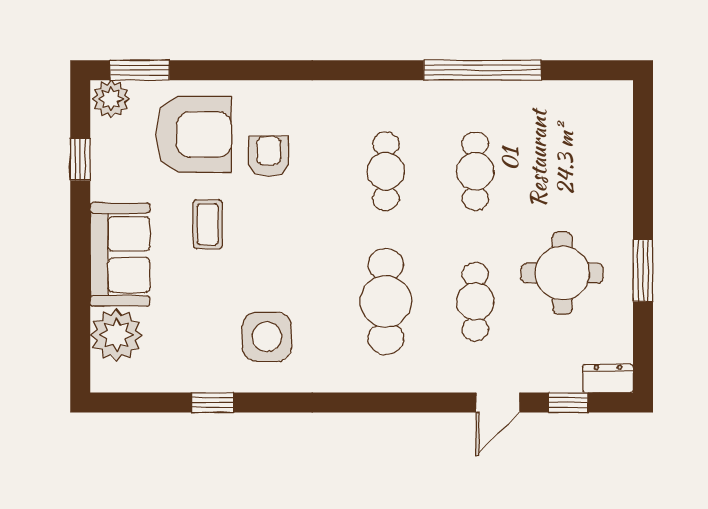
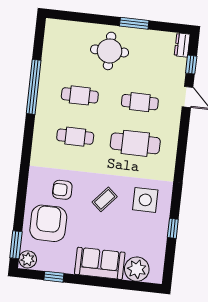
coffee table: (208, 224) -> (105, 199), moved, turned -49
round table: (562, 273) -> (110, 51), moved

